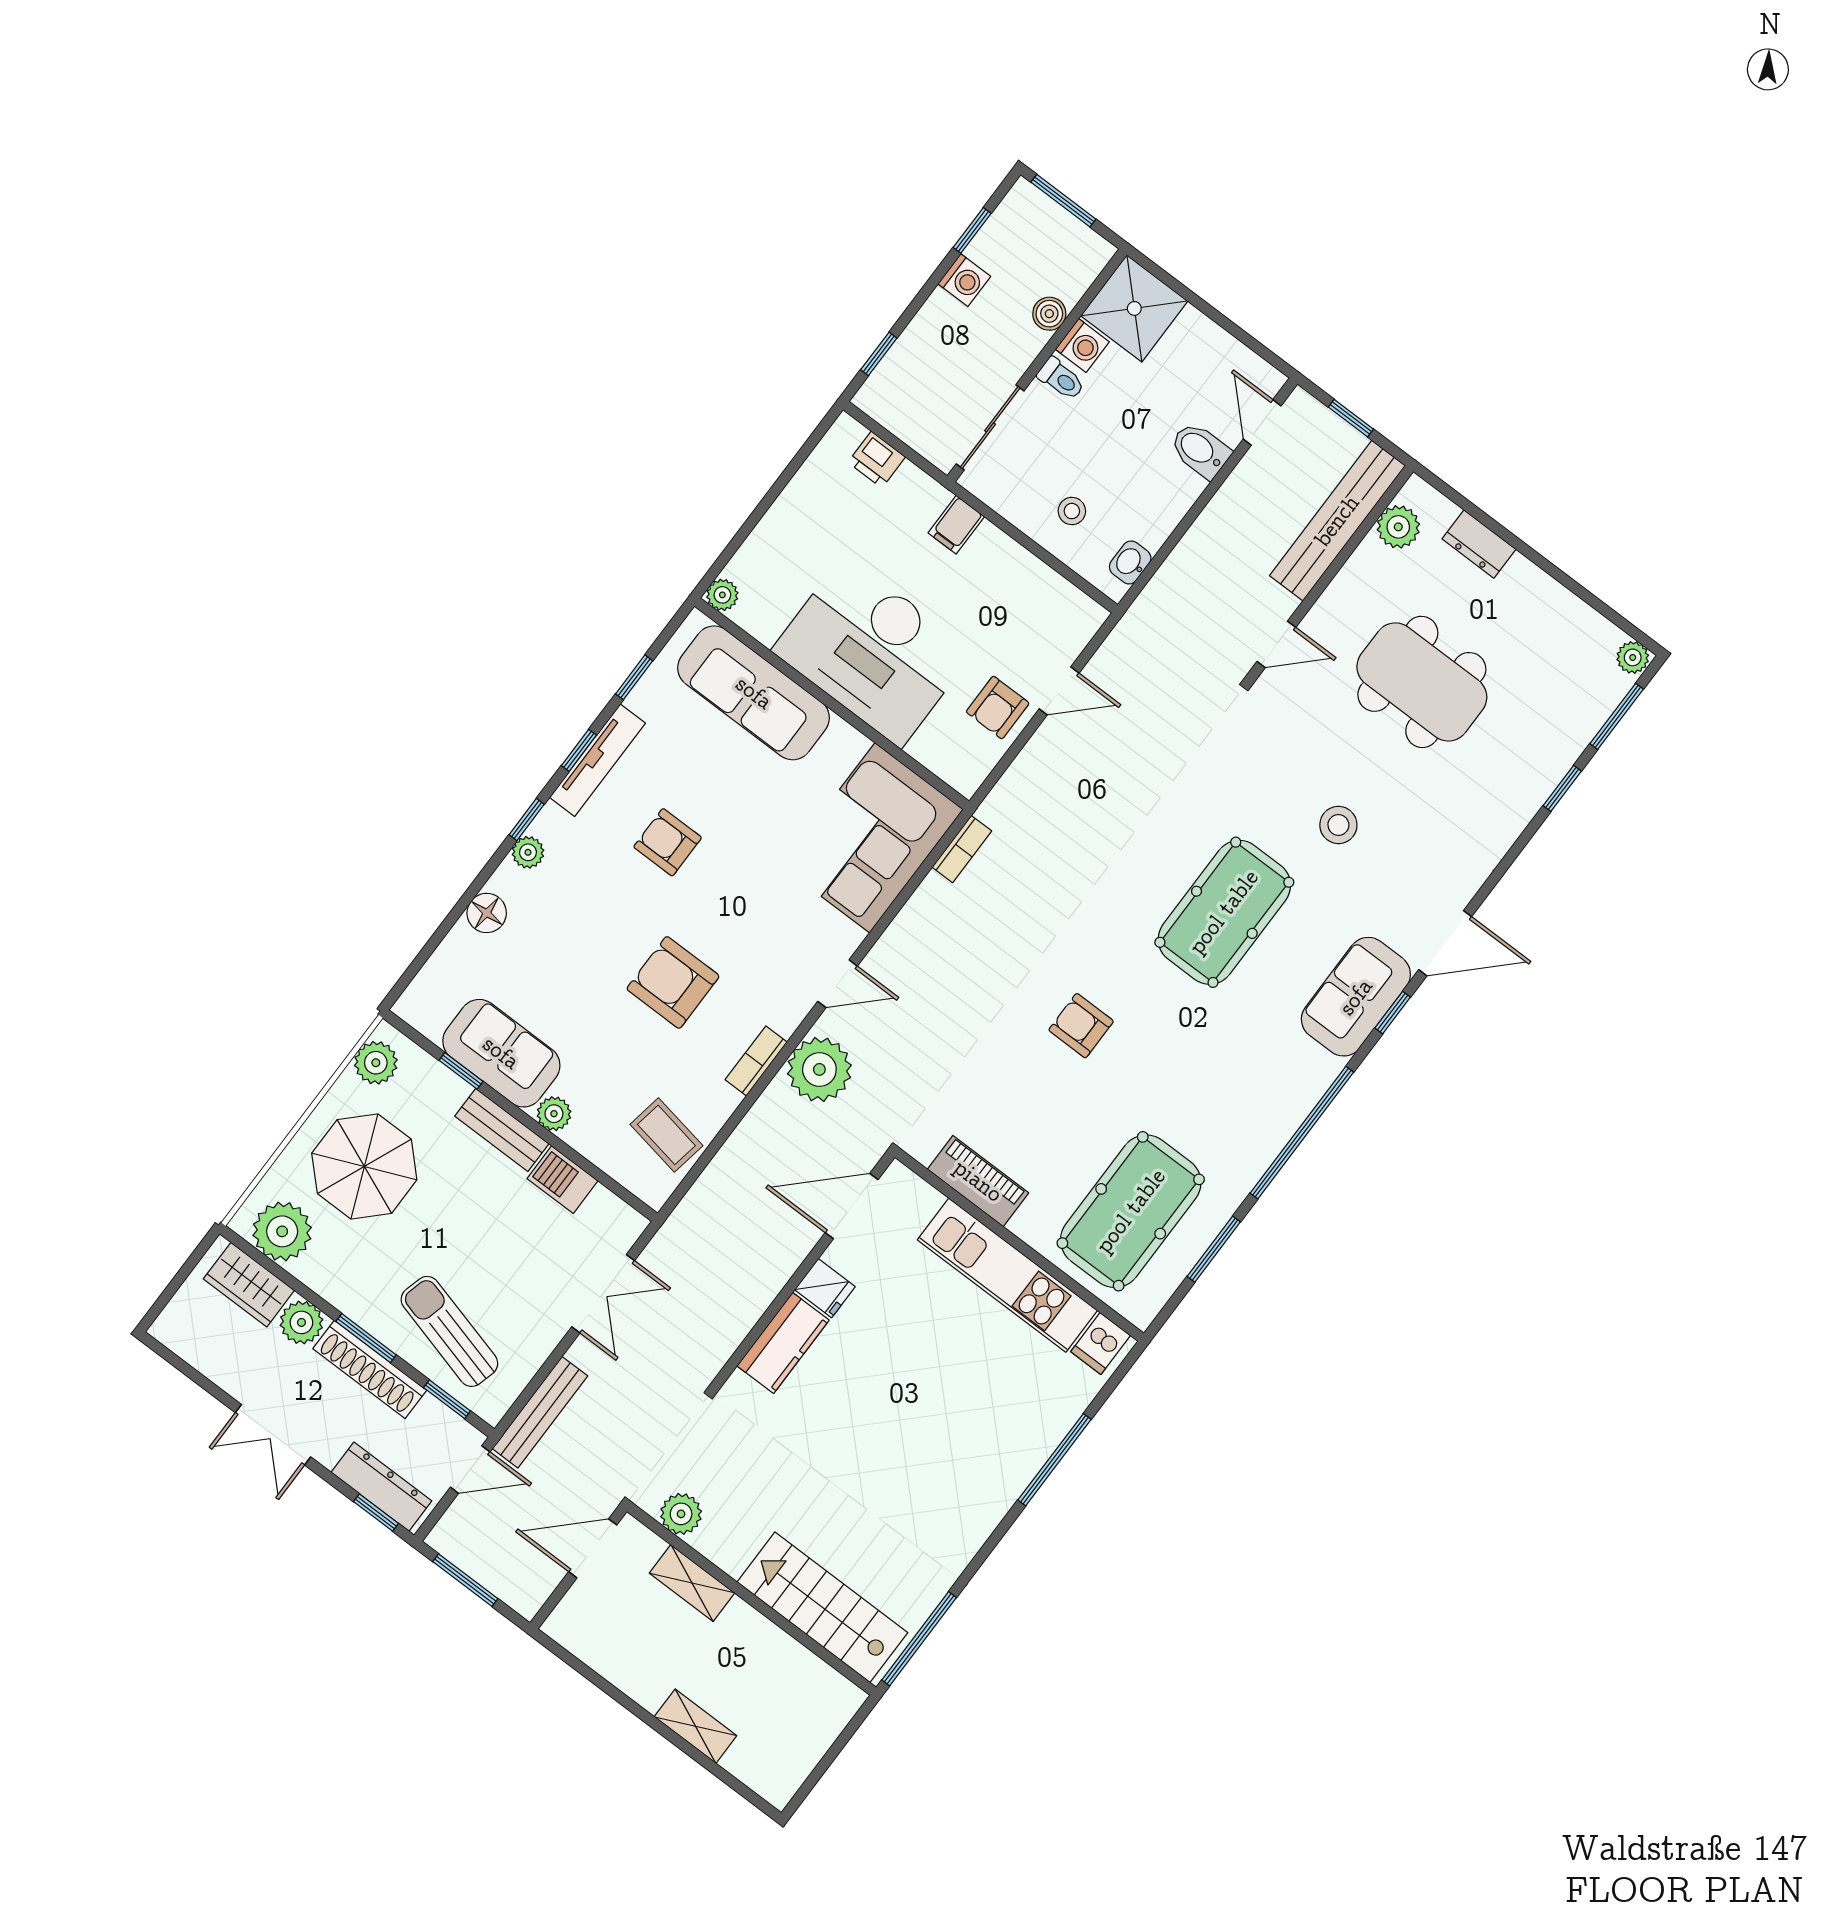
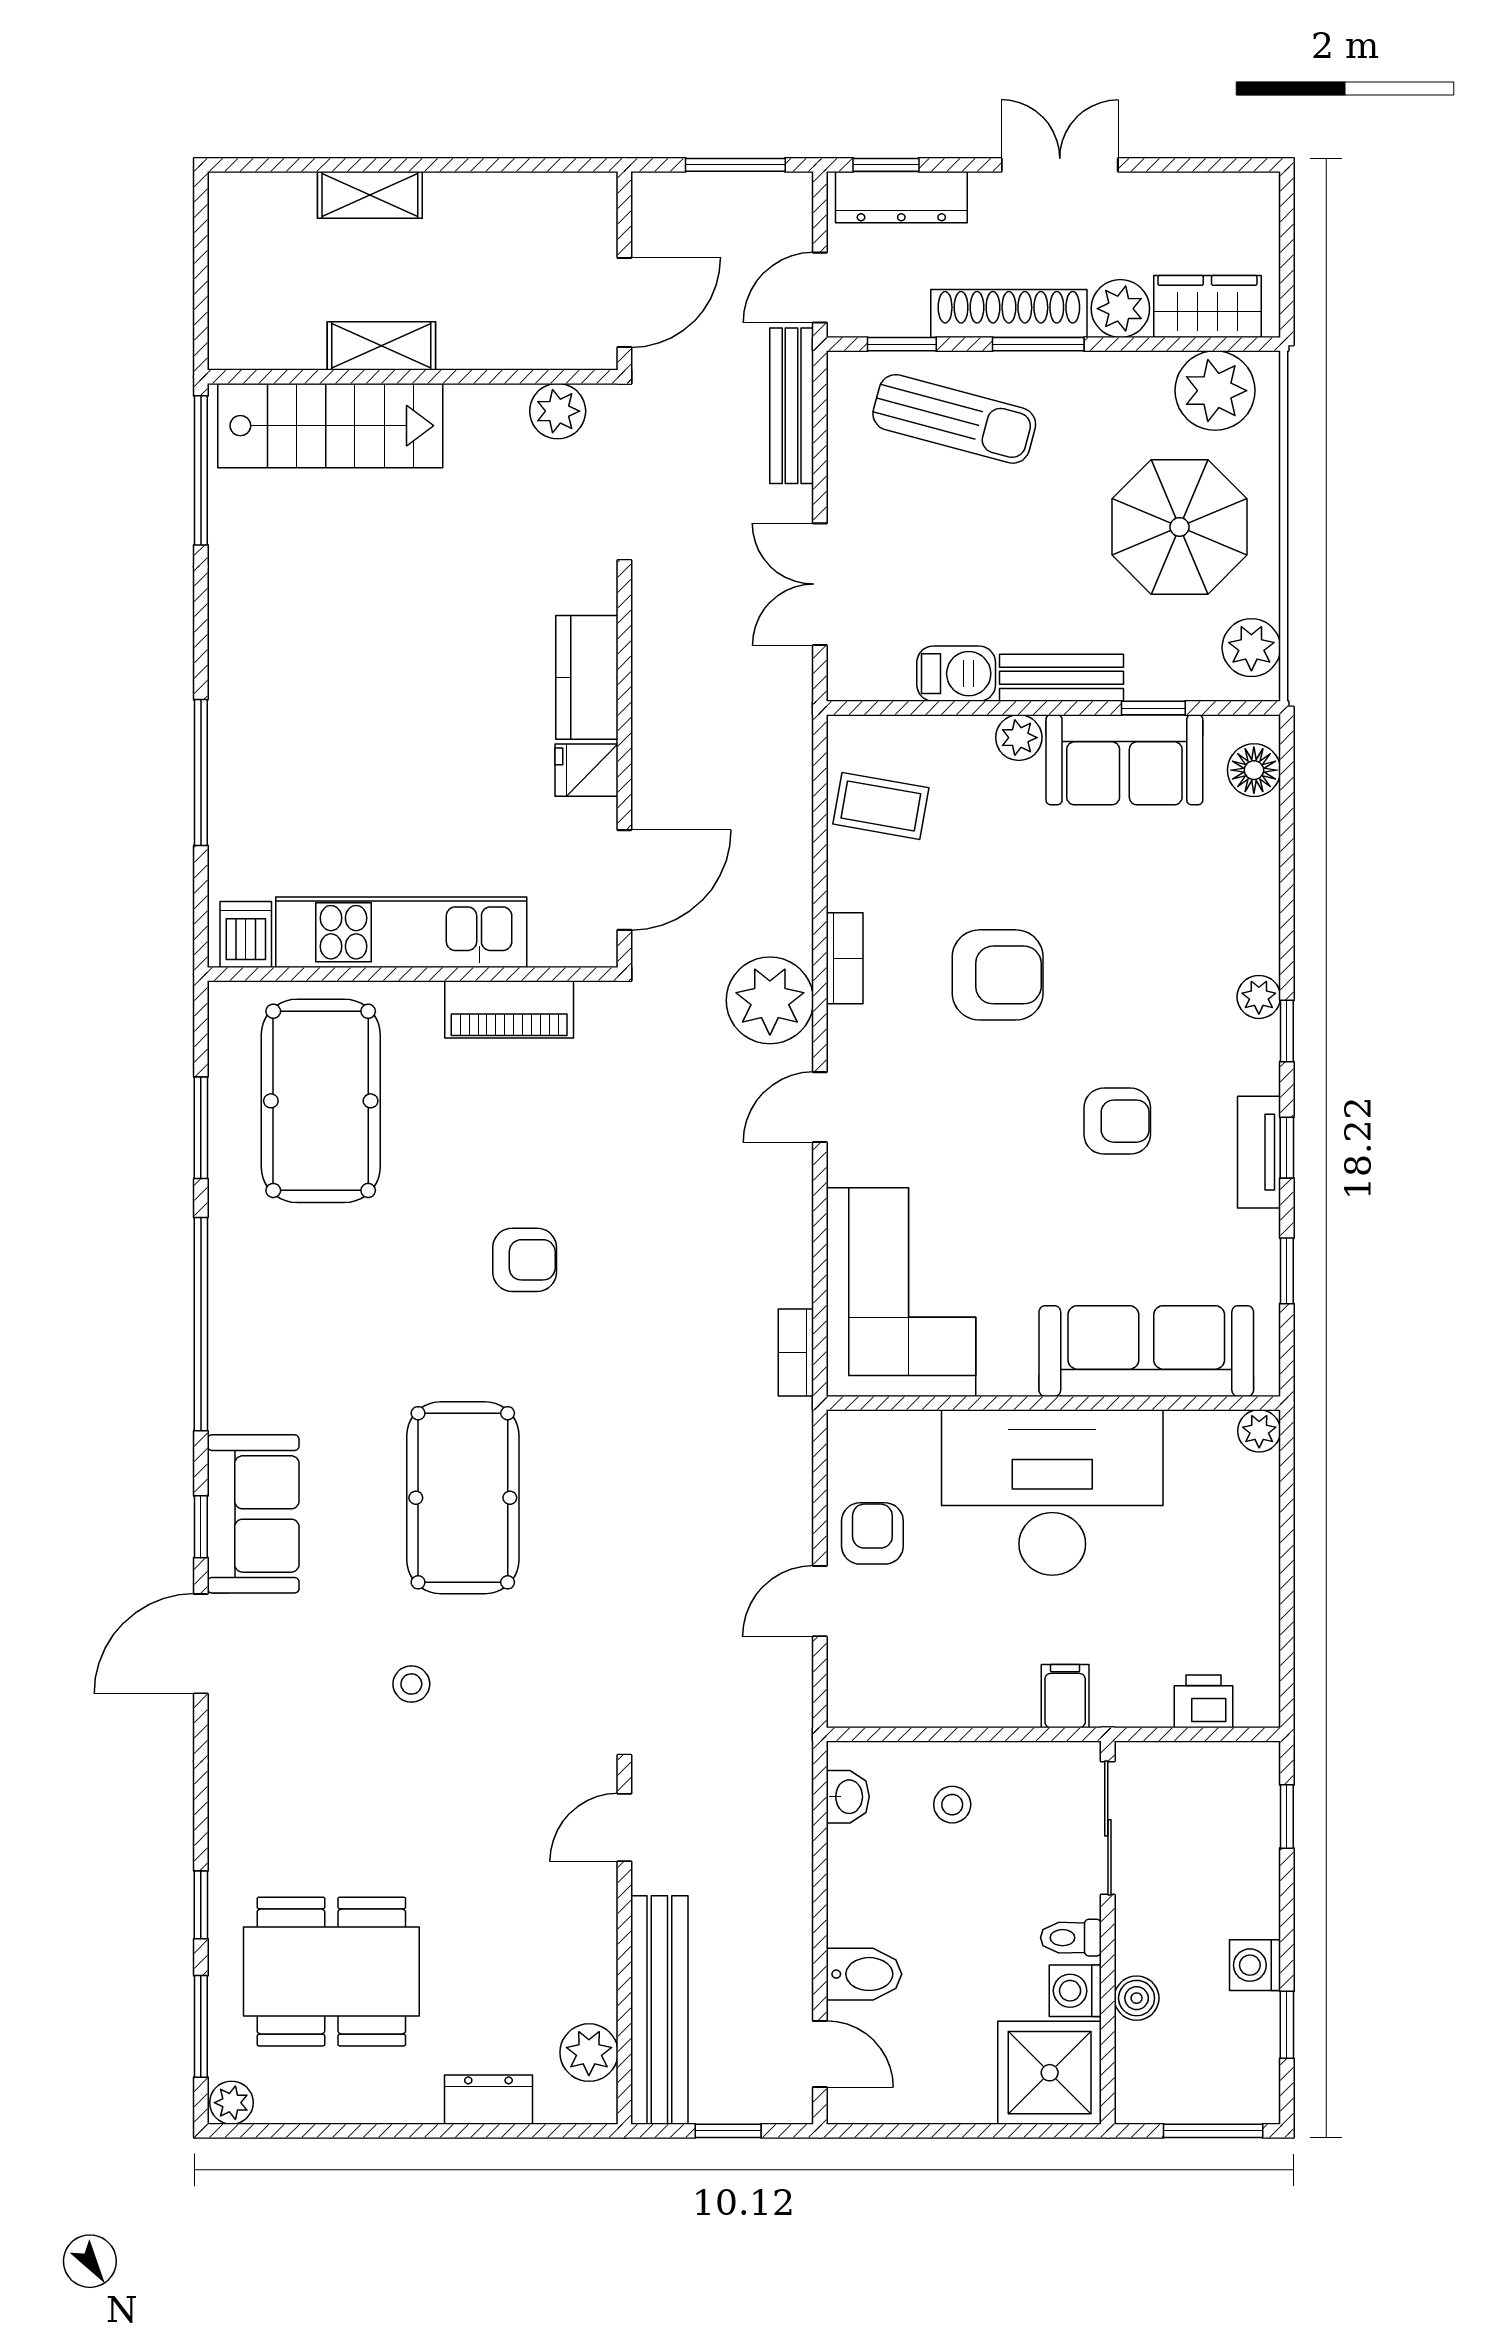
dining table: (1422, 682) -> (331, 1972), moved
tv unit: (597, 760) -> (1259, 1152), width x0.71
stool: (1338, 825) -> (411, 1684), width x0.73, depth x0.73
floor lamp: (487, 913) -> (1254, 770), moved
shelving: (692, 1583) -> (381, 346), moved

